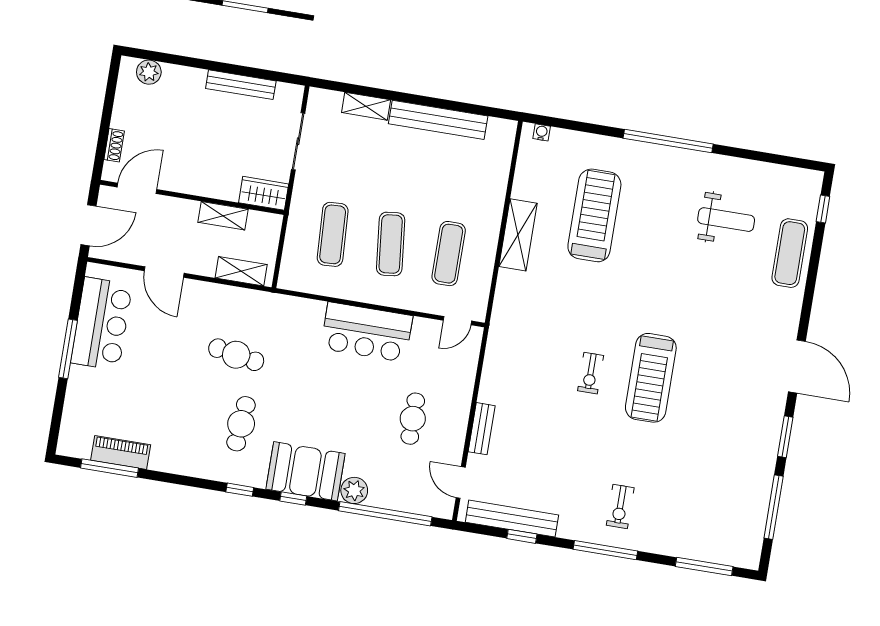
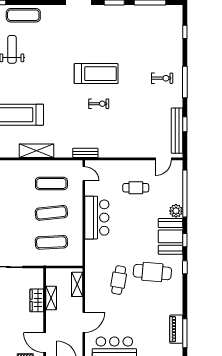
wardrobe: (264, 193) -> (37, 300), moved
cafe table: (241, 424) -> (152, 272), width x1.37, depth x1.35
bench: (482, 429) -> (85, 153), moved
window: (704, 567) -> (185, 32), width x0.46

